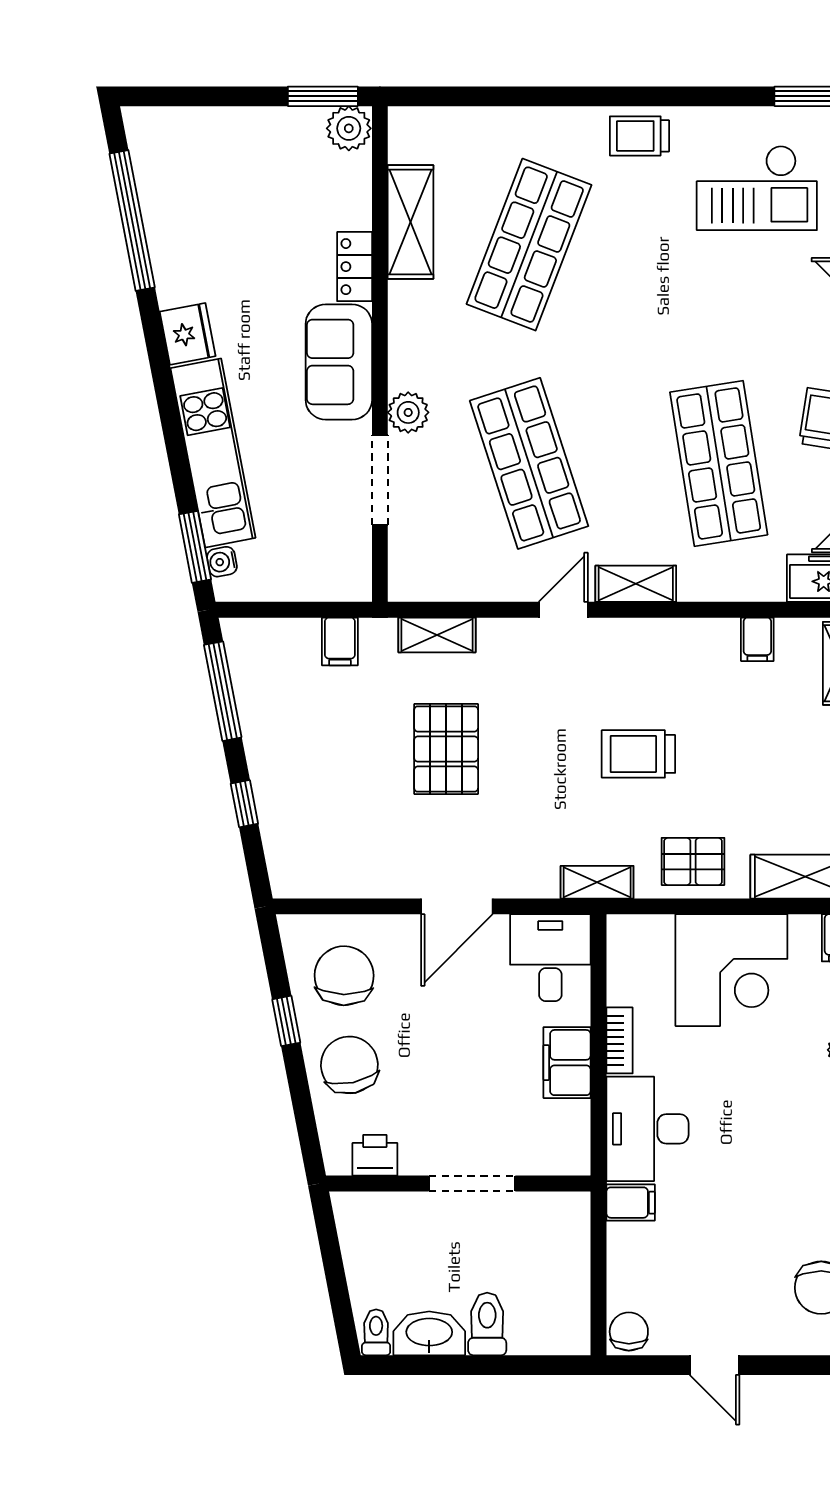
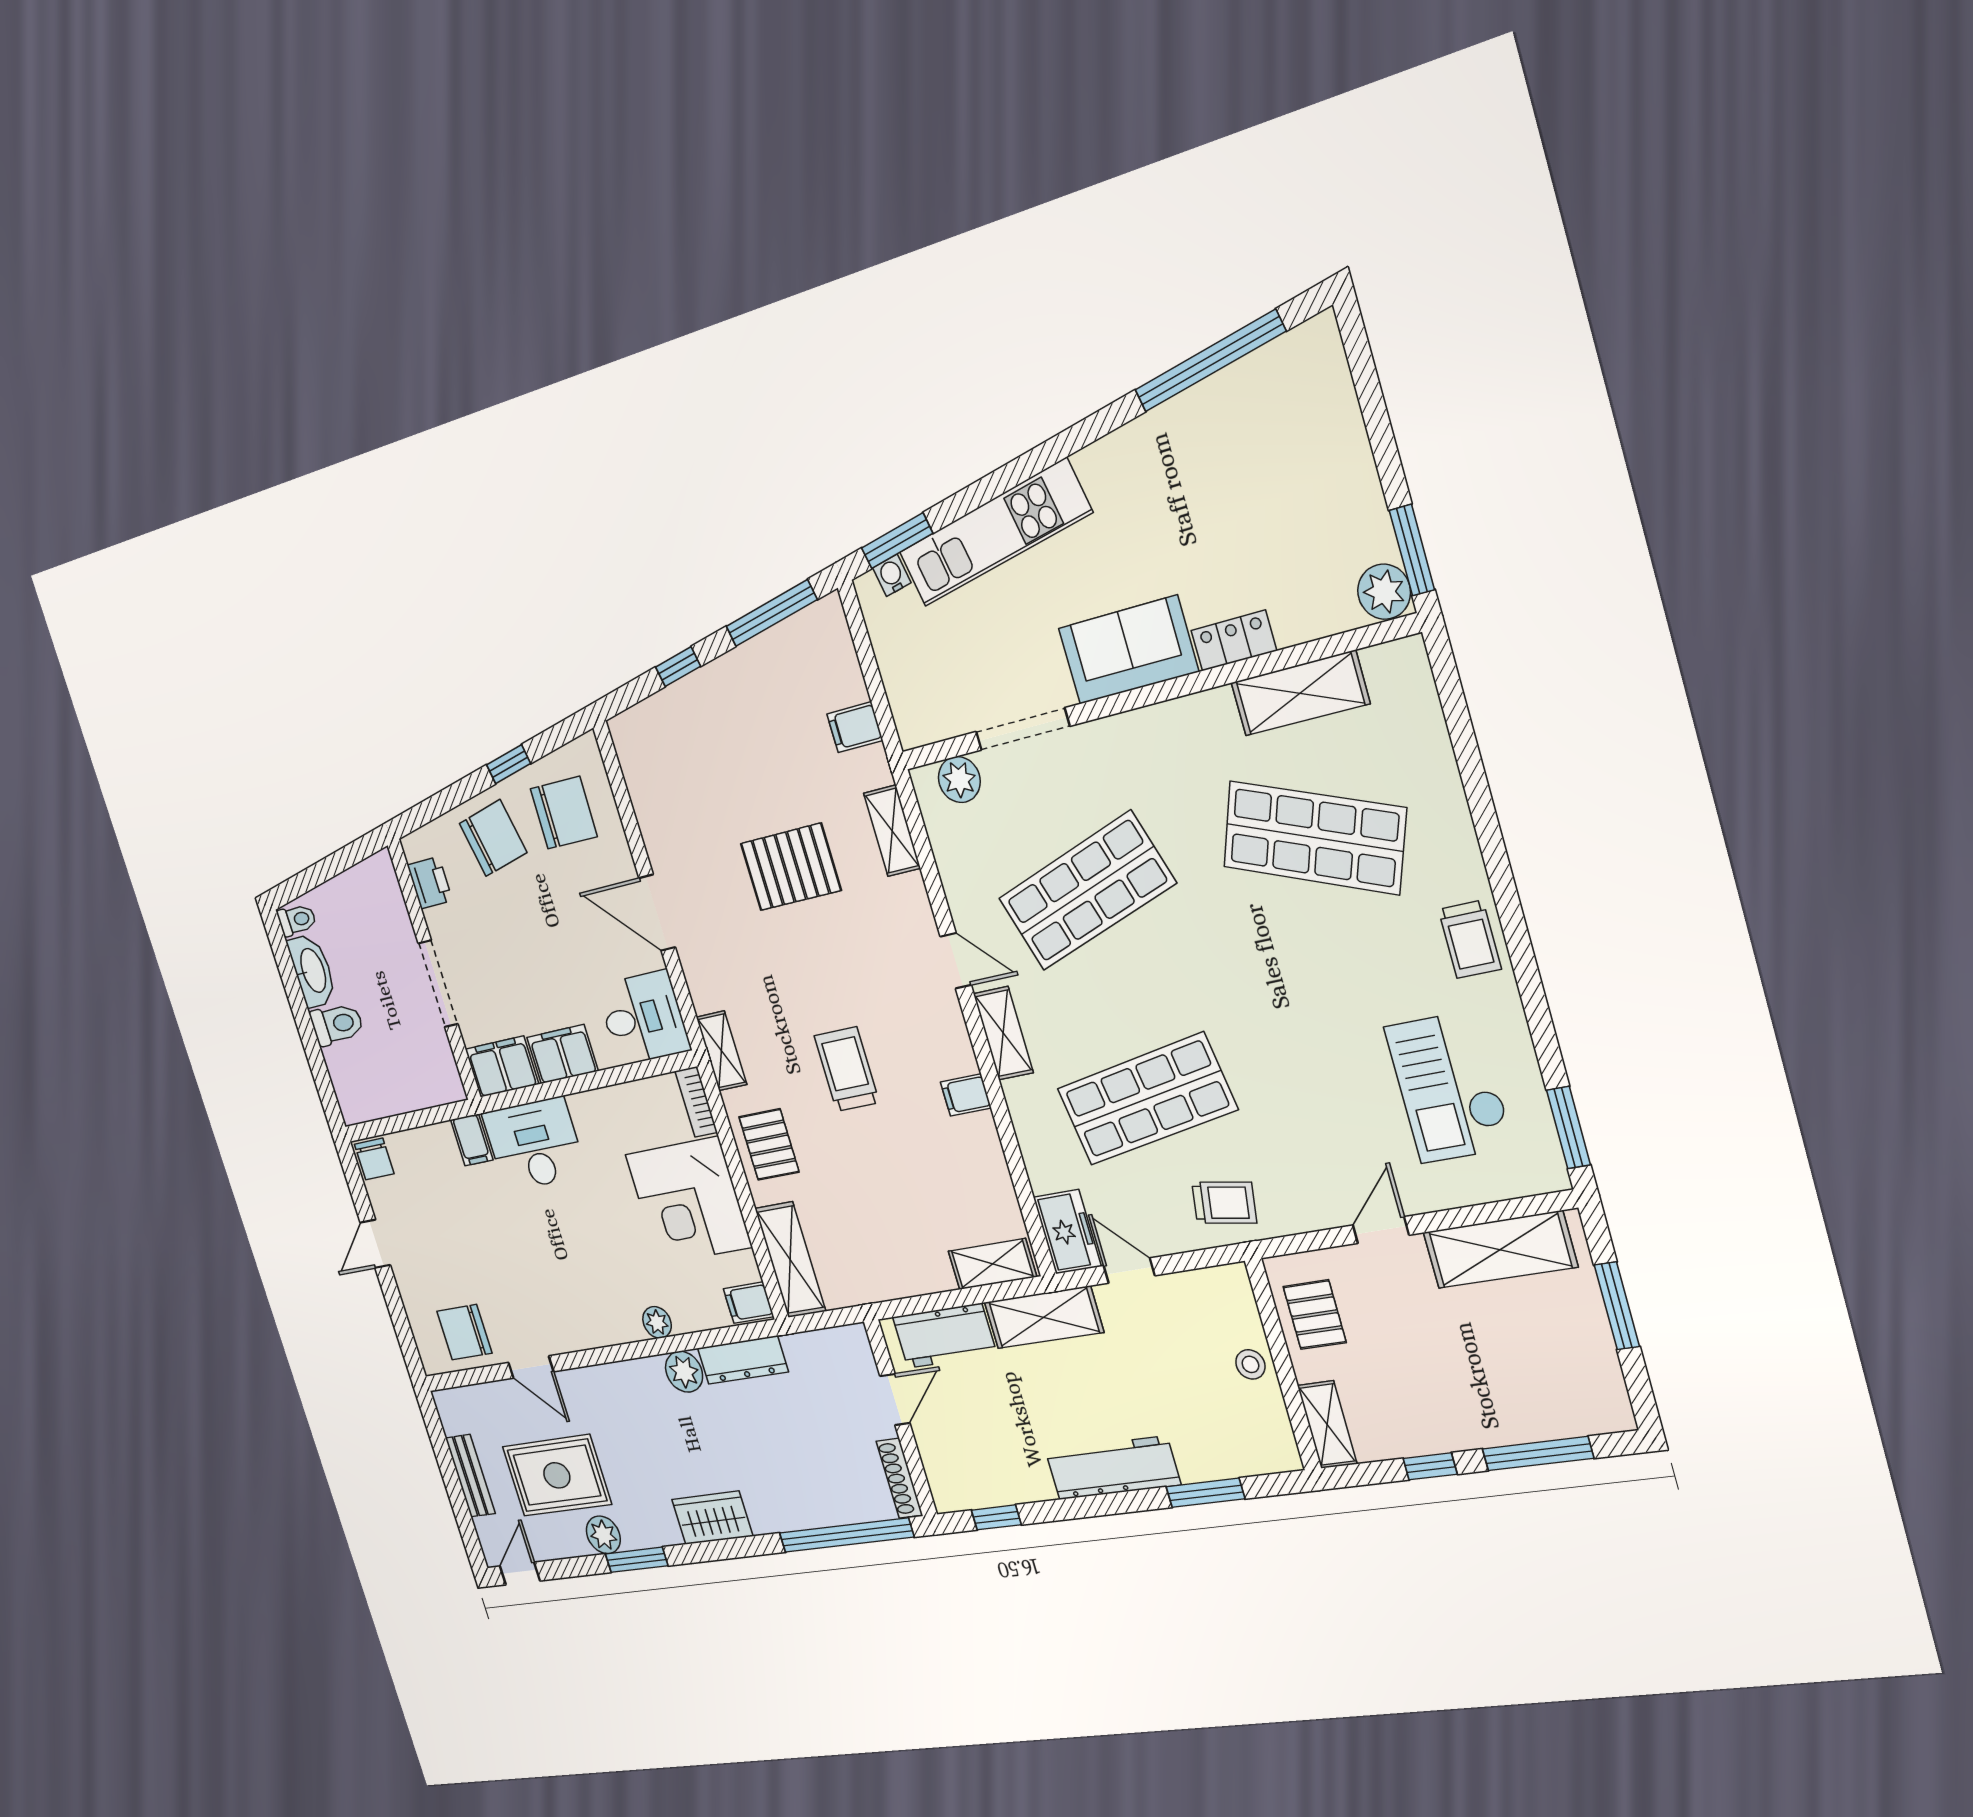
trolley: (639, 136) -> (1470, 939), turned 180
fridge: (188, 334) -> (1108, 466), removed
plant: (408, 412) -> (959, 780), moved
filing cabinet: (757, 639) -> (966, 1095), moved
bookcase: (620, 1040) -> (696, 1102), moved, turned 90
filing cabinet: (566, 1138) -> (502, 1067), added
chair: (629, 1332) -> (374, 1159), turned 90

